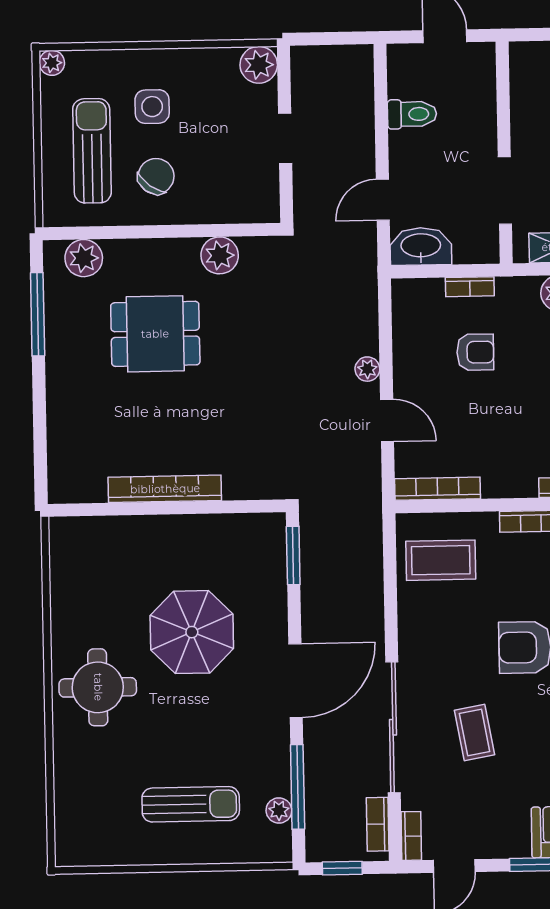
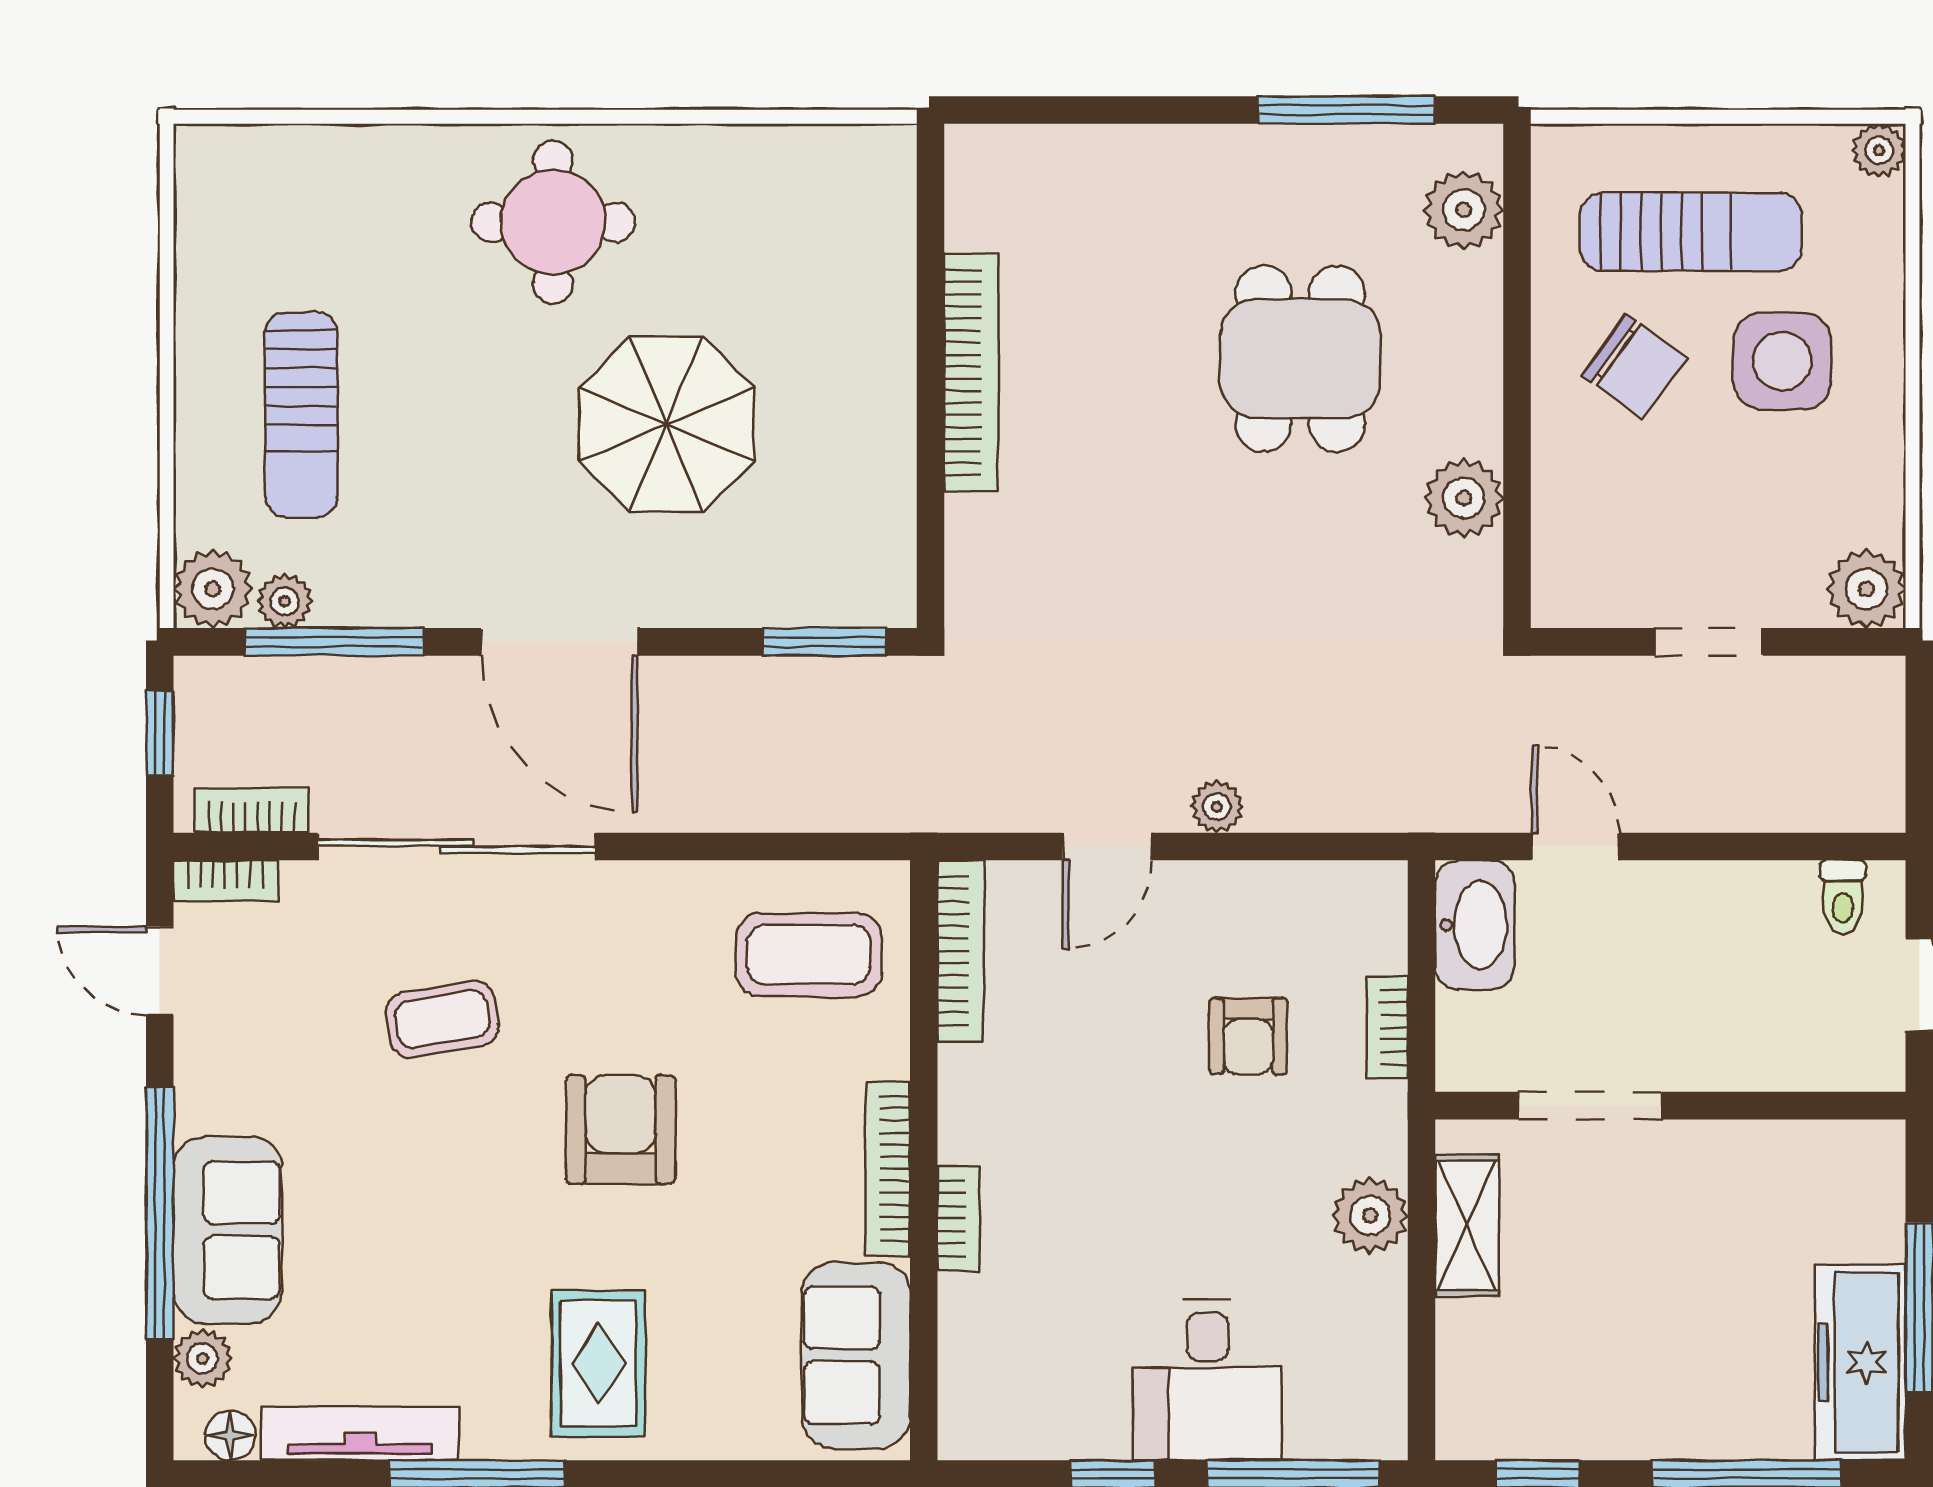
side table: (152, 107) -> (1782, 361), width x1.37, depth x1.37
toilet: (412, 114) -> (1843, 897), moved, width x0.73, depth x0.72
coffee table: (441, 560) -> (809, 955), turned 90
plant: (274, 844) -> (213, 589), added

